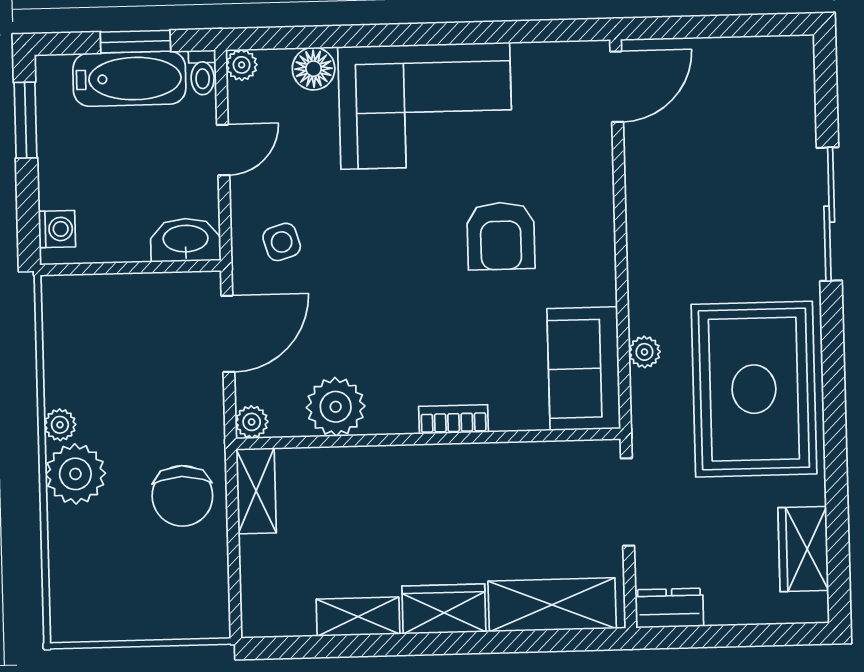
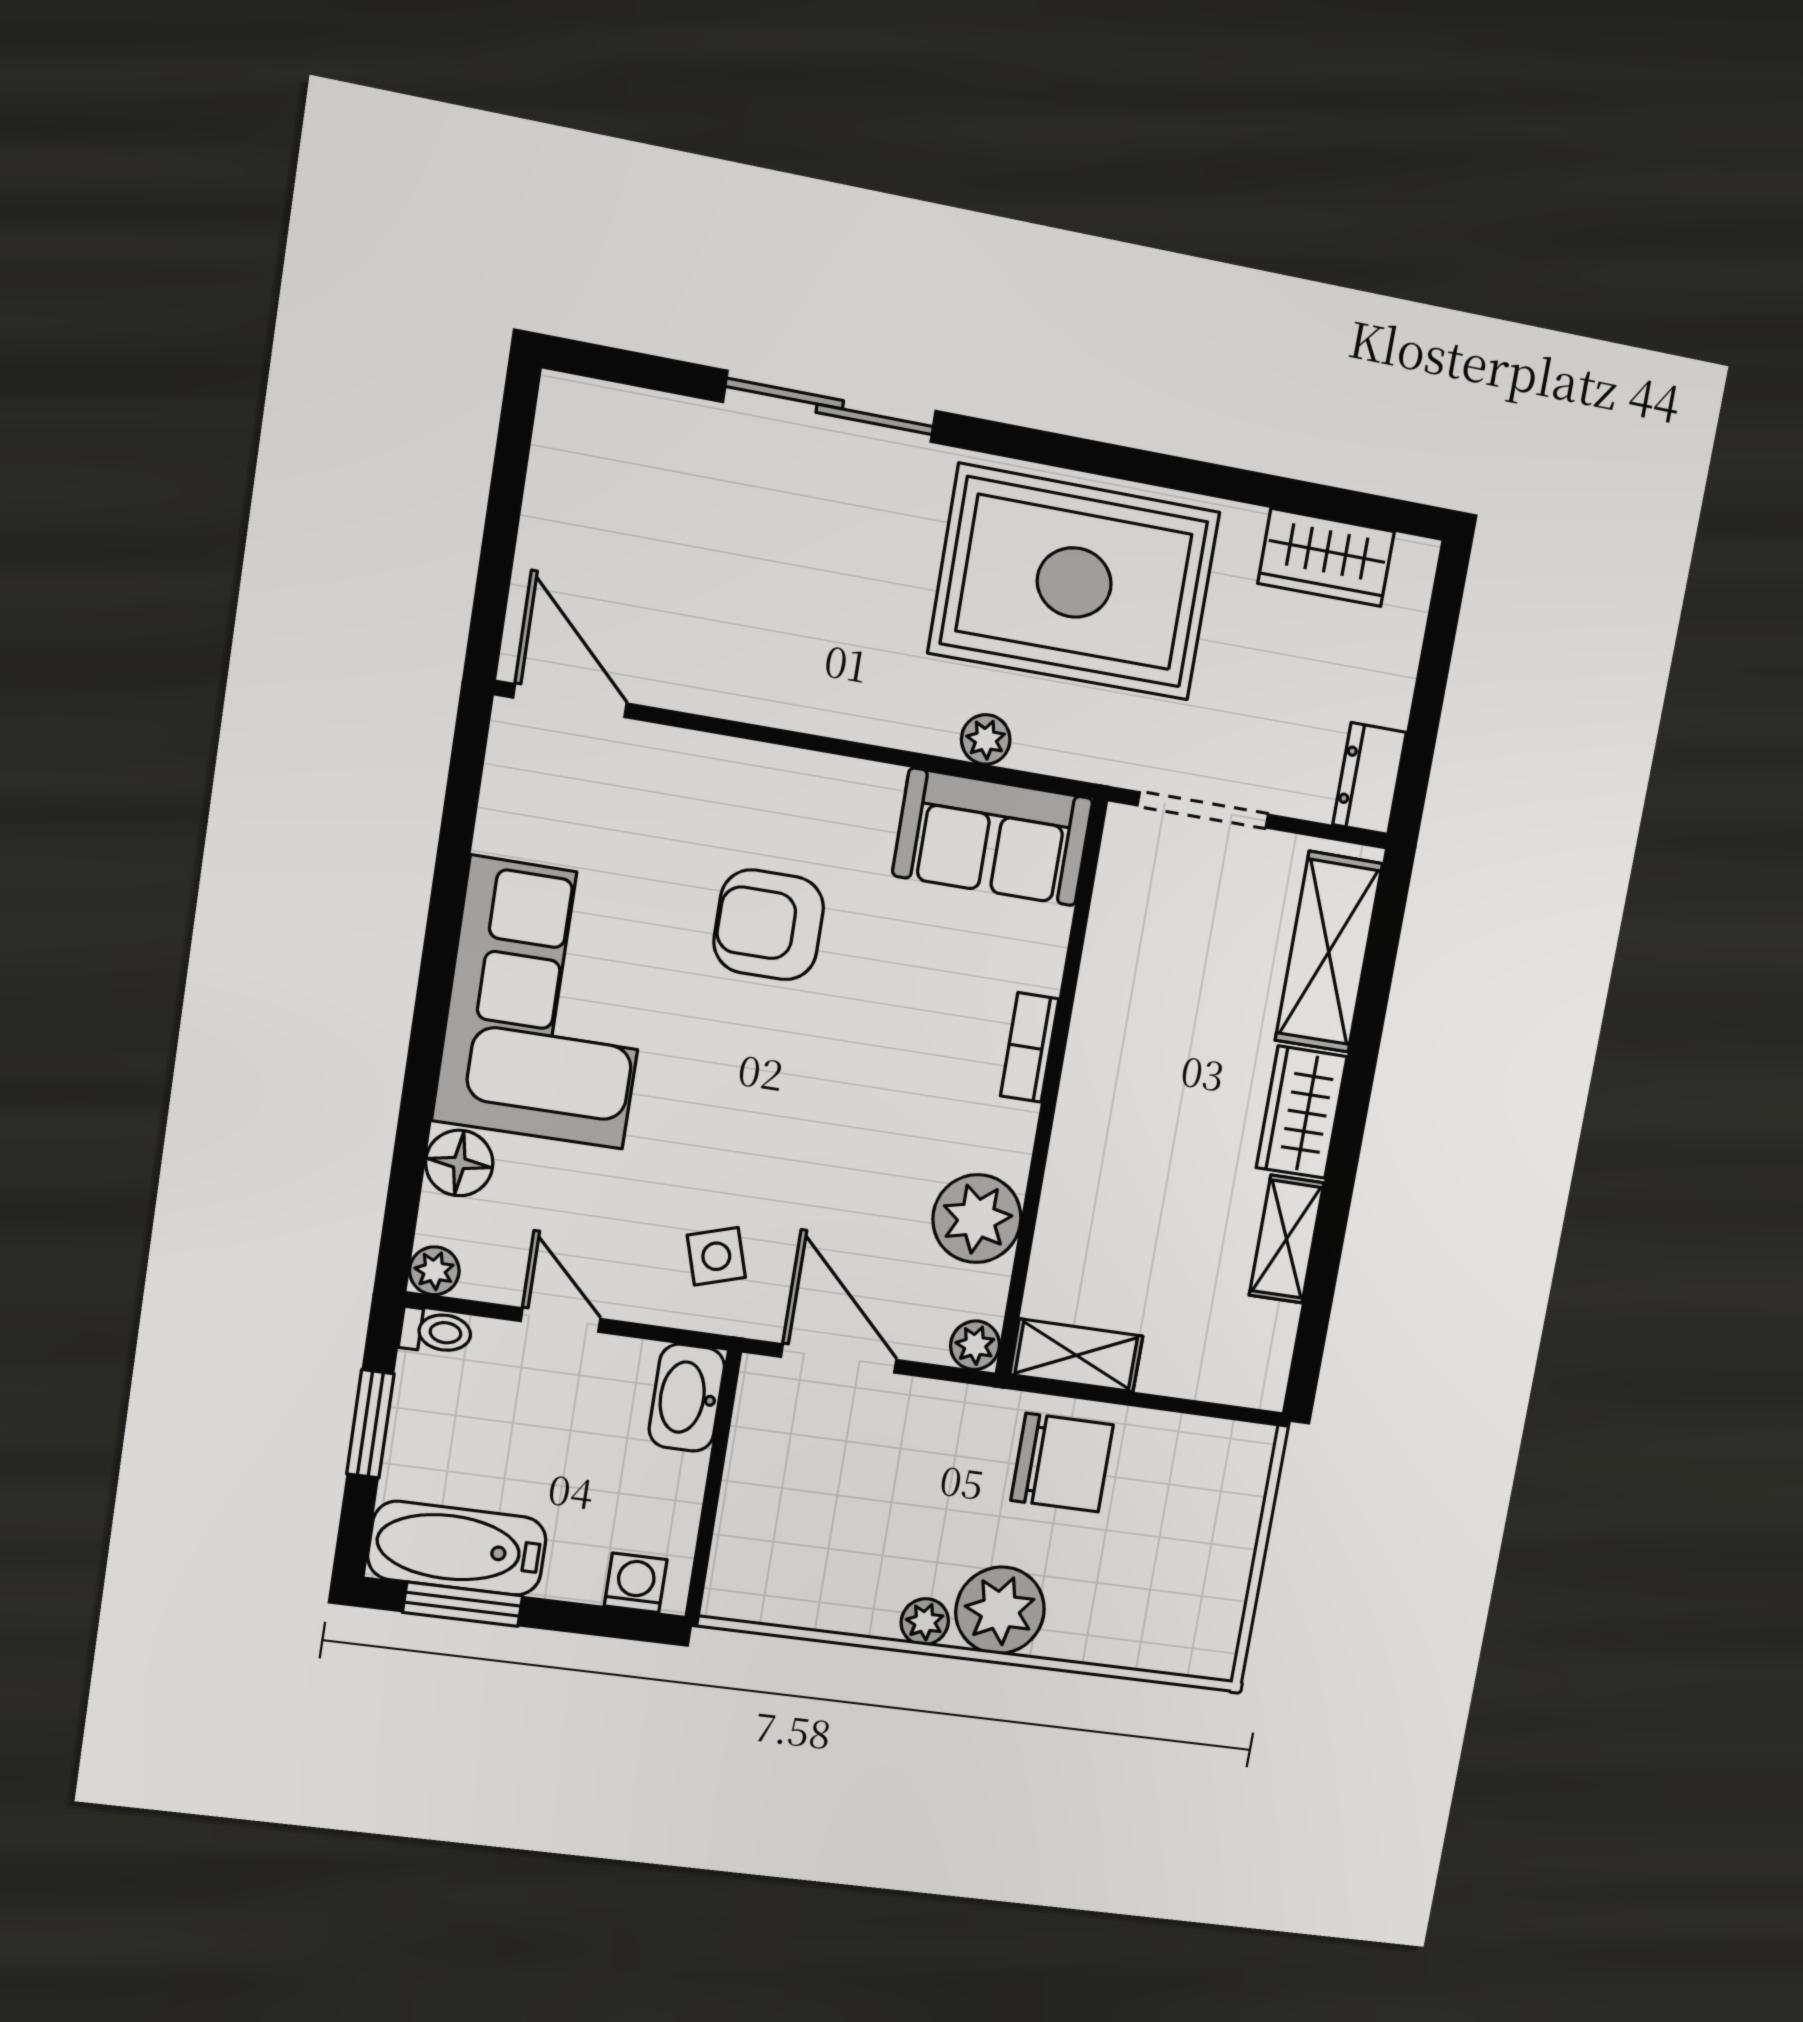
bathtub: (129, 79) -> (457, 1548), moved, turned -90
armchair: (501, 236) -> (769, 925), turned 180

